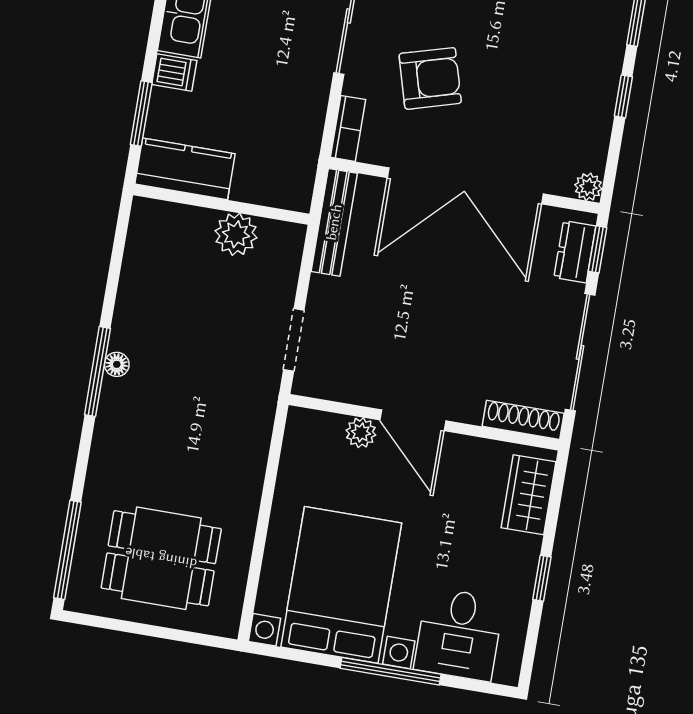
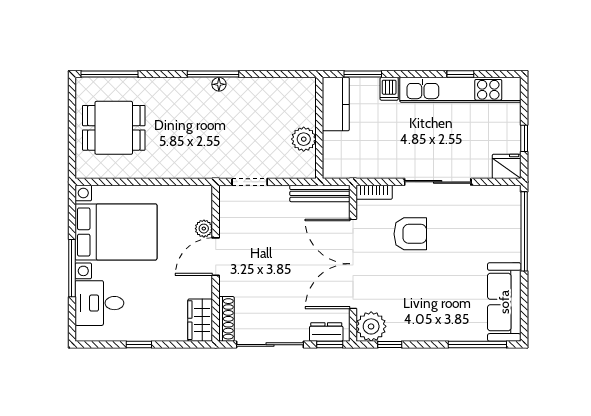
armchair: (430, 78) -> (410, 234), turned -74
window: (623, 96) -> (390, 345), moved
plant: (588, 187) -> (371, 326), width x1.88, depth x1.88
wardrobe: (529, 495) -> (200, 320), moved, turned -90
dining table: (161, 558) -> (114, 128), turned 90

